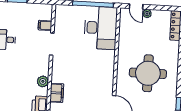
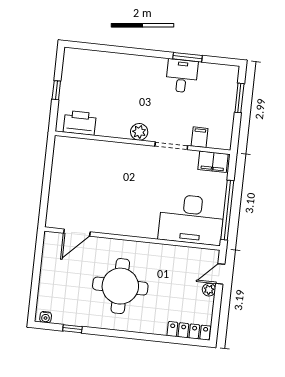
plant: (43, 81) -> (139, 132), moved
filing cabinet: (57, 93) -> (213, 162), moved

